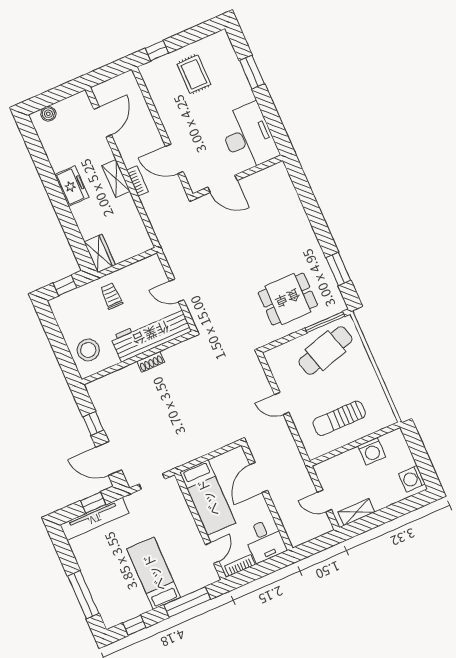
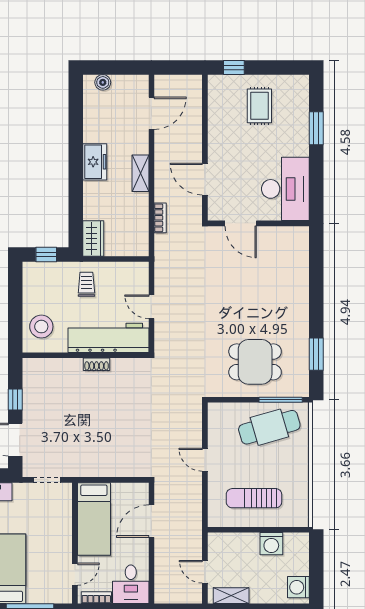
bookcase: (137, 181) -> (160, 218), moved

